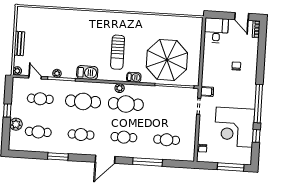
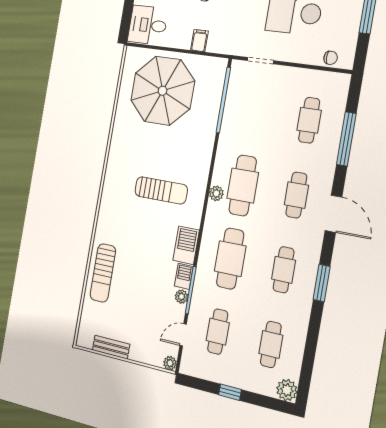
sun lounger: (64, 19) -> (103, 273), added
bench: (19, 43) -> (111, 347), moved
parasol: (167, 60) -> (162, 91), moved
barbecue: (134, 77) -> (184, 276), moved
filing cabinet: (207, 92) -> (199, 41), moved
plant: (16, 124) -> (287, 390), moved
window: (58, 156) -> (322, 283), moved
door: (105, 159) -> (333, 214), moved
window: (148, 162) -> (346, 139), moved

